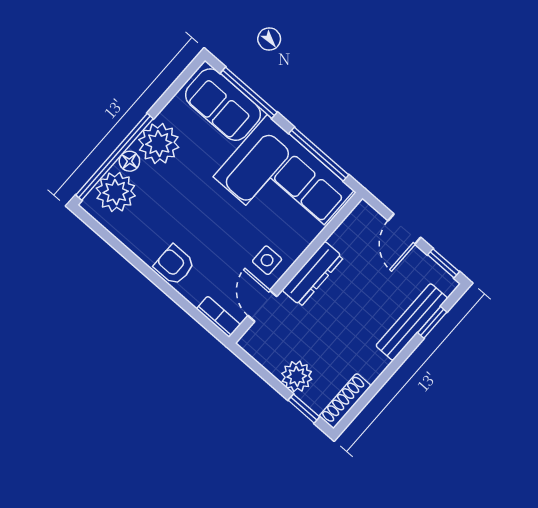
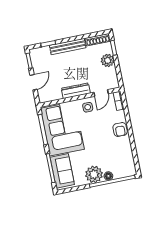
plant: (116, 192) -> (121, 169), removed
bench: (412, 322) -> (68, 47), moved

